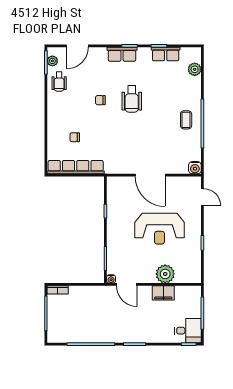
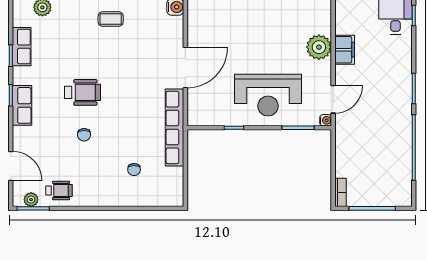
row of seats: (76, 167) -> (175, 127), moved
reception desk: (160, 229) -> (268, 95), moved, turned 90

